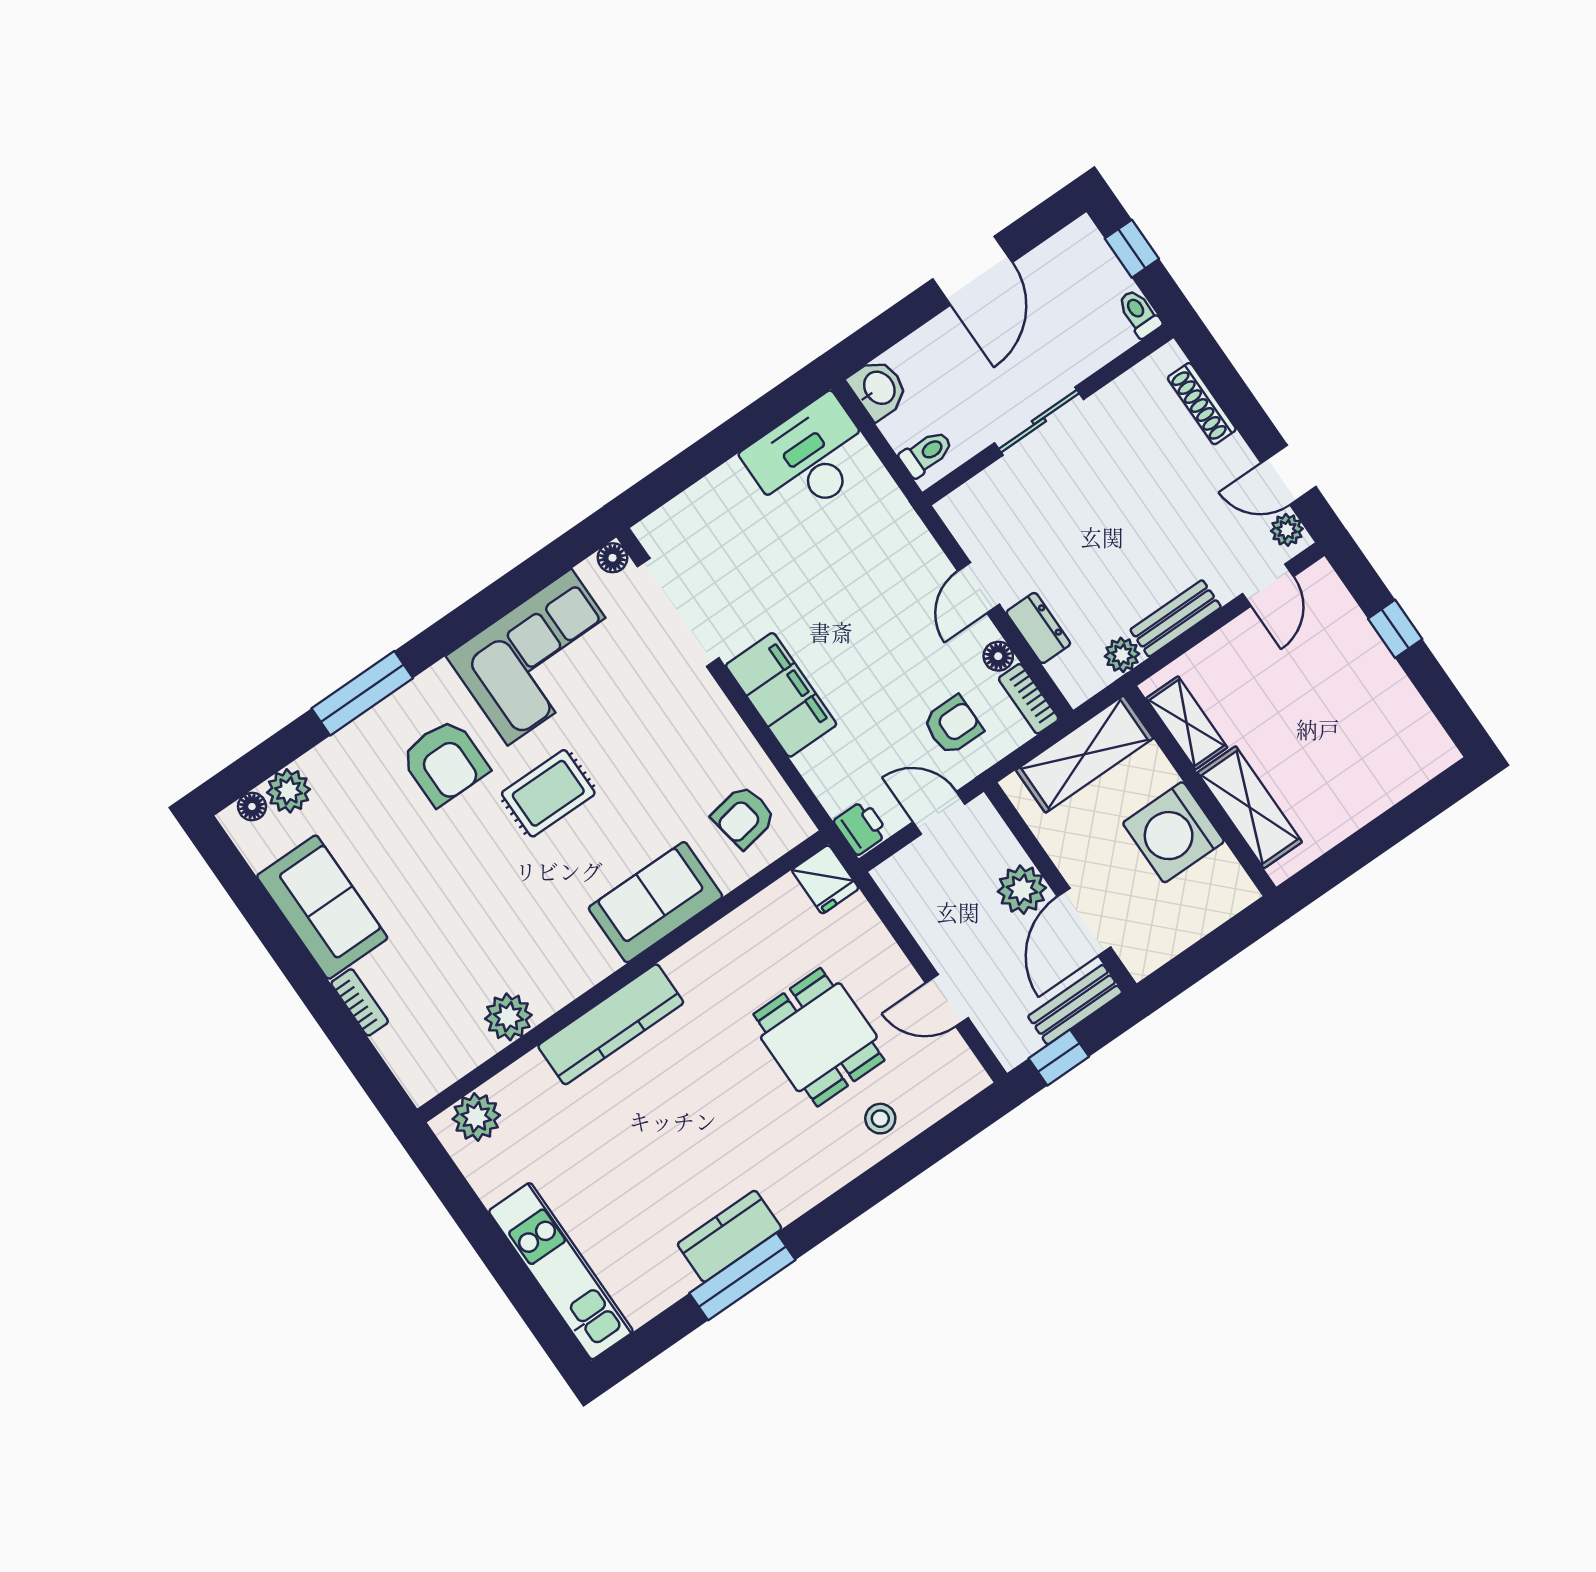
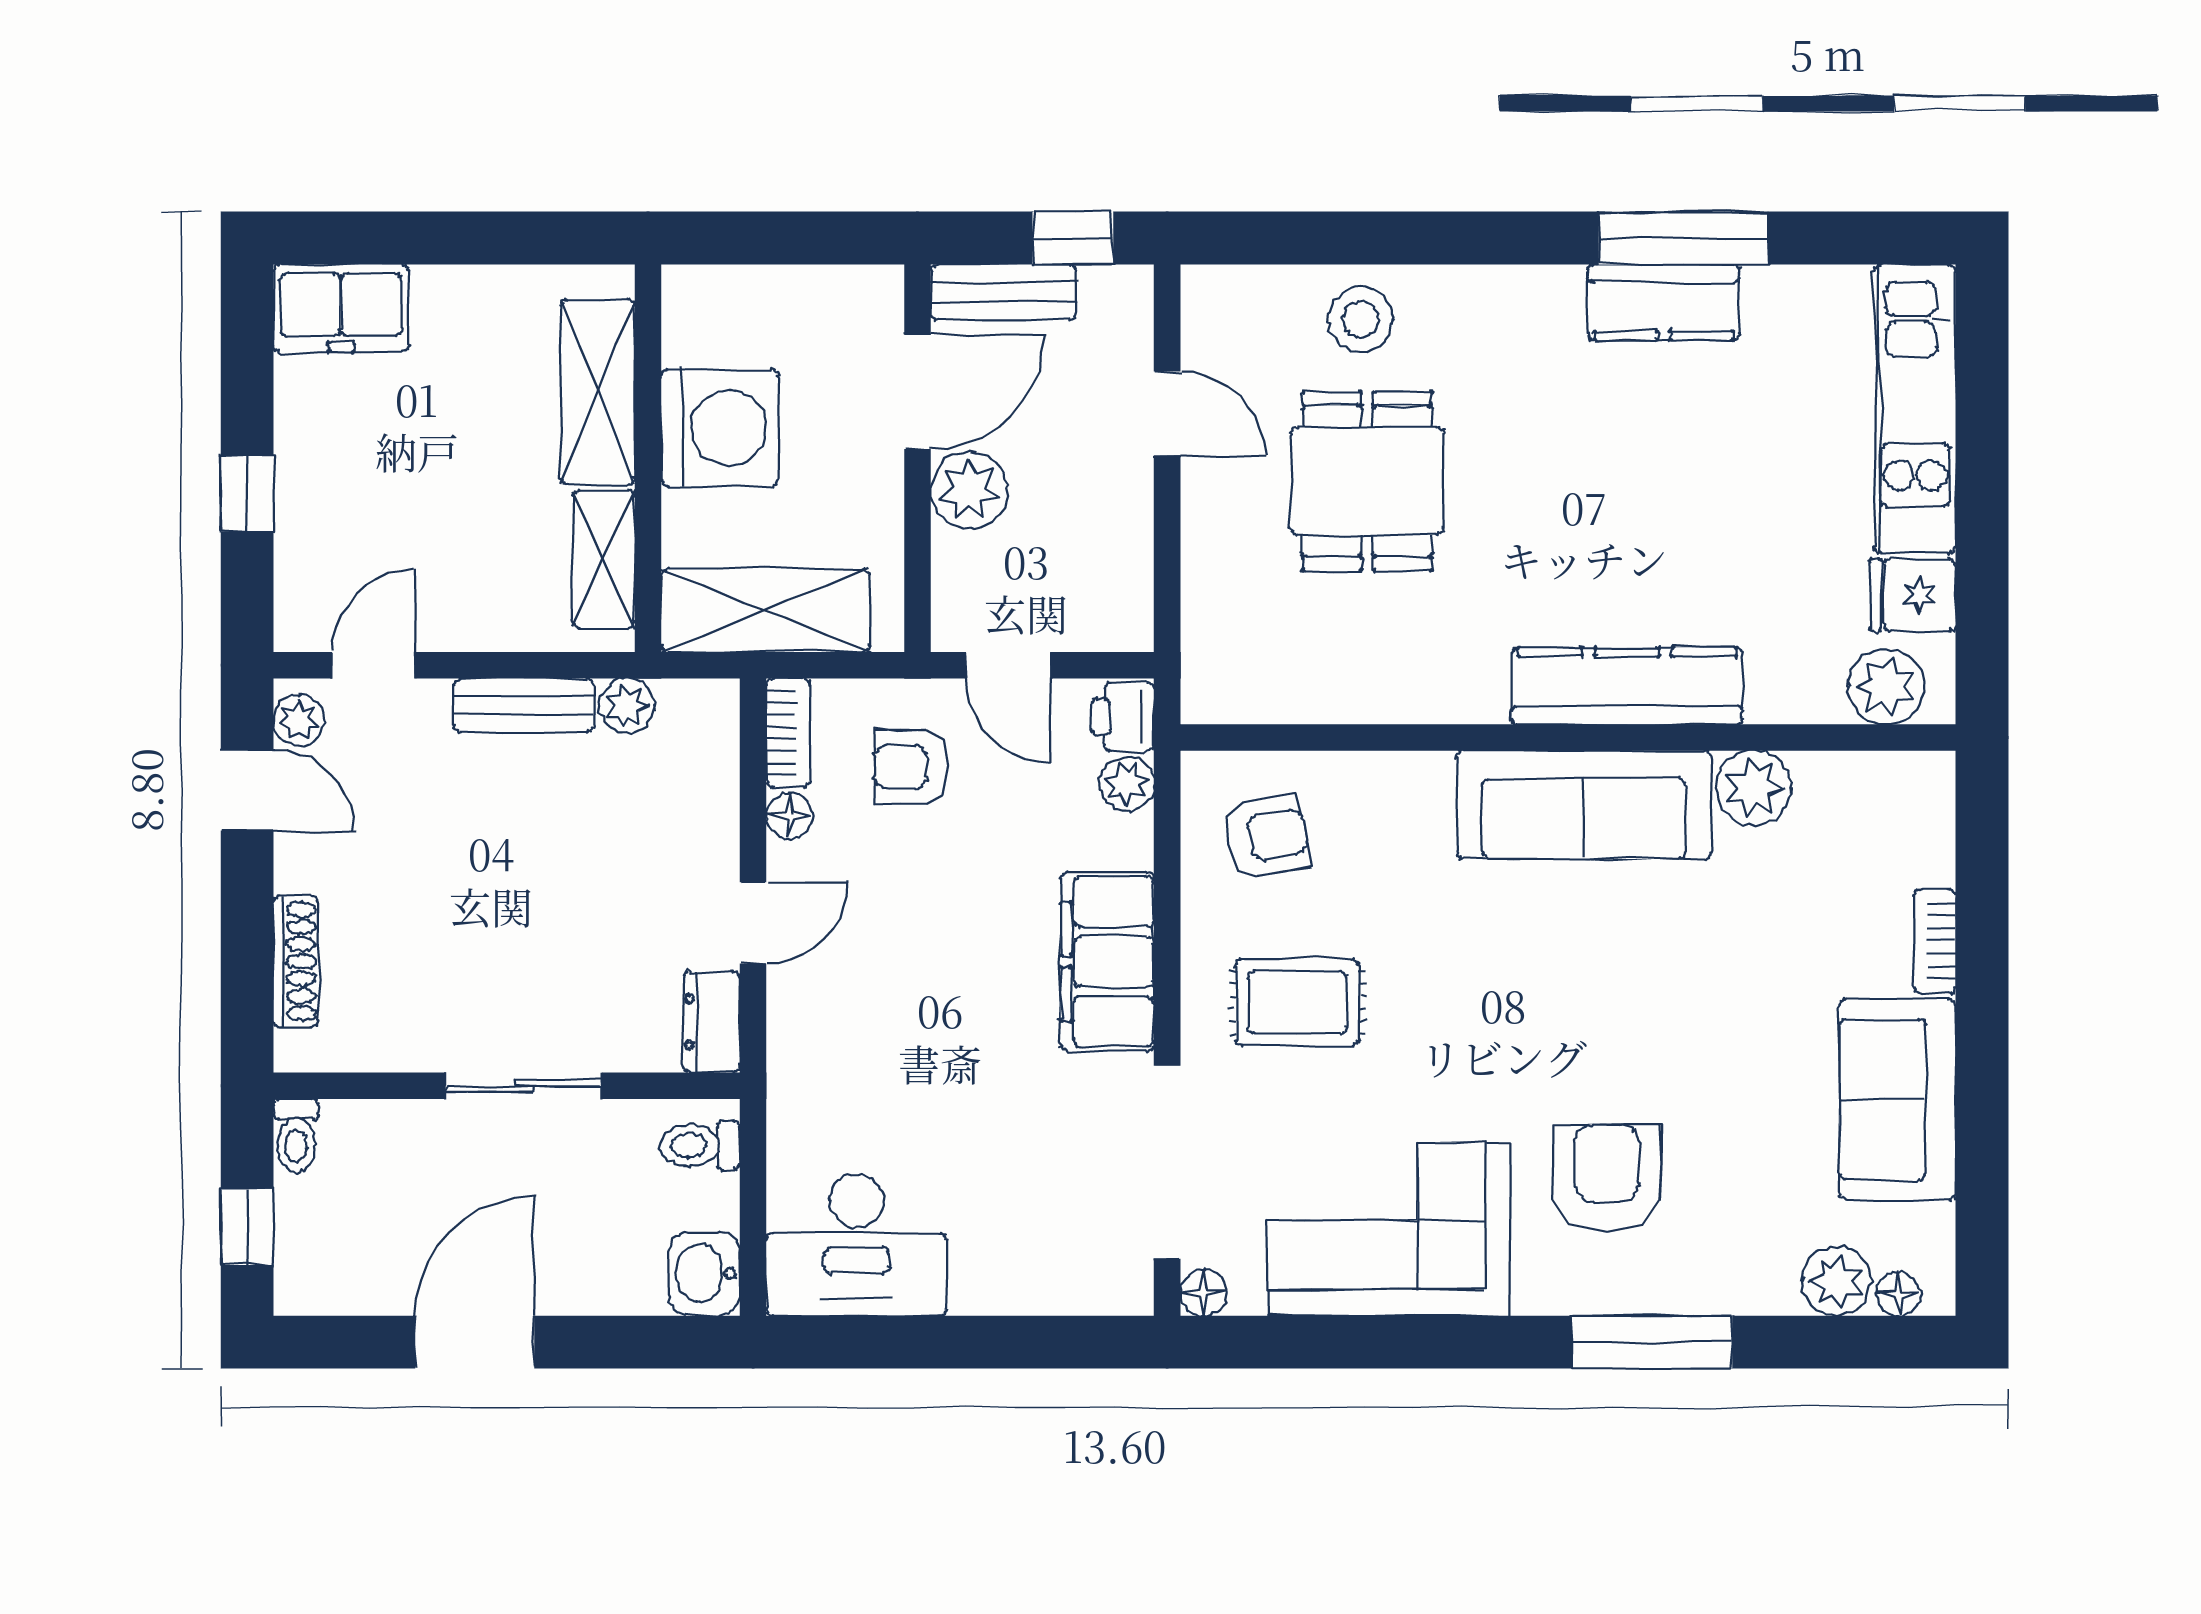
dresser: (1038, 628) -> (711, 1022), moved
freezer: (1413, 758) -> (341, 308), added
rug: (548, 793) -> (1298, 1002), moved
plant: (835, 794) -> (1127, 783), added
fridge: (825, 879) -> (1913, 595), moved, turned -90
sofa: (655, 902) -> (1584, 805), moved, width x1.36
stool: (880, 1119) -> (1361, 319), width x1.37, depth x1.37

